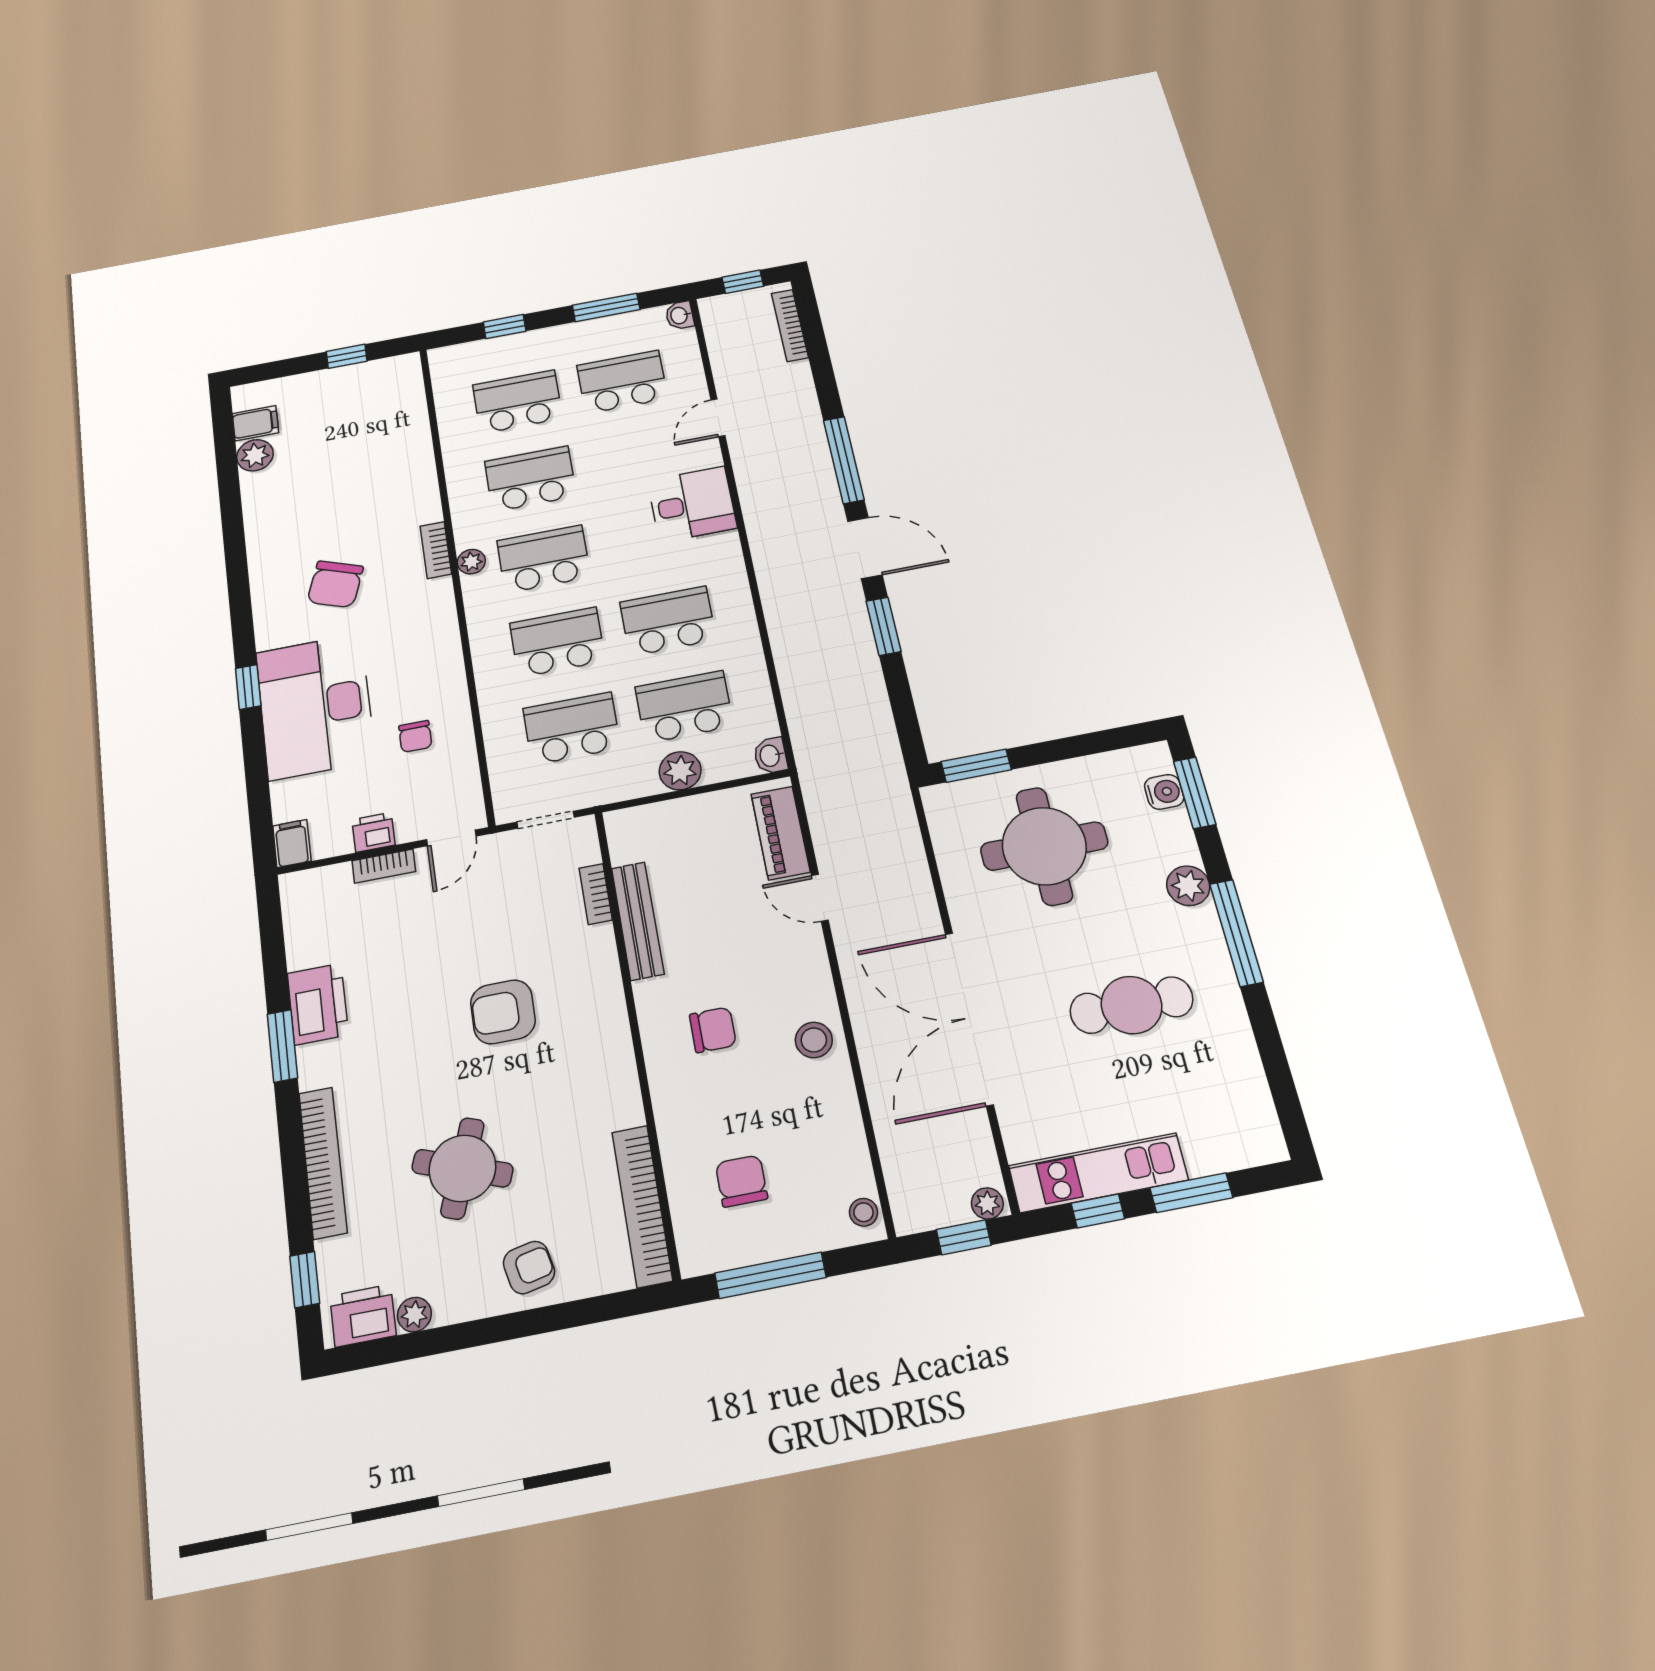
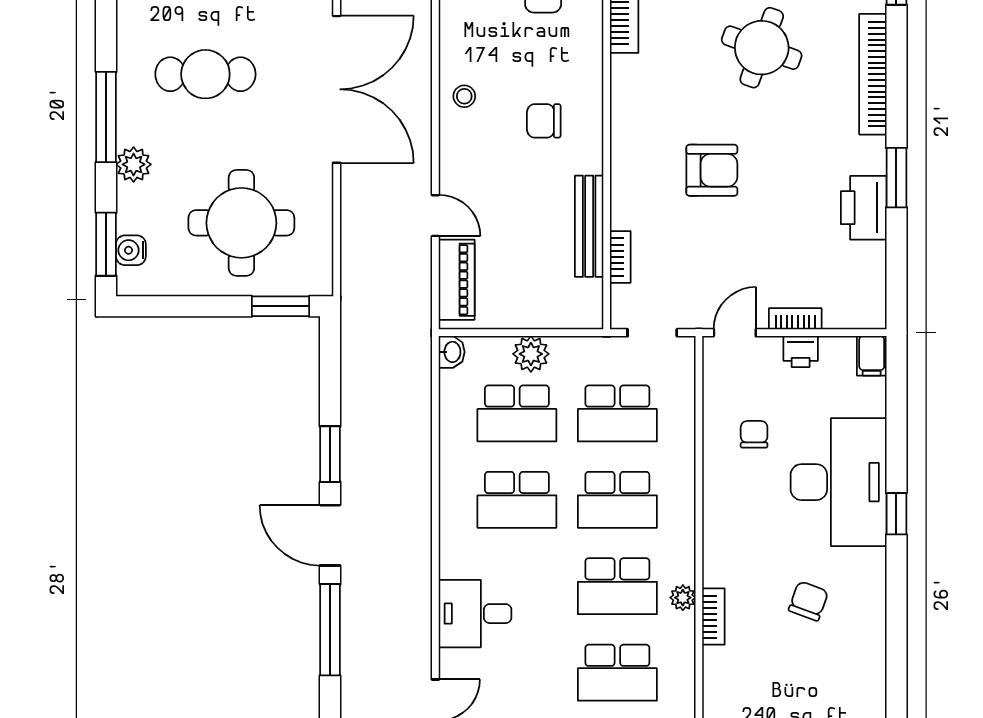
chair: (335, 584) -> (808, 601), width x0.73, depth x0.73
stool: (814, 1040) -> (464, 96), width x0.73, depth x0.73

